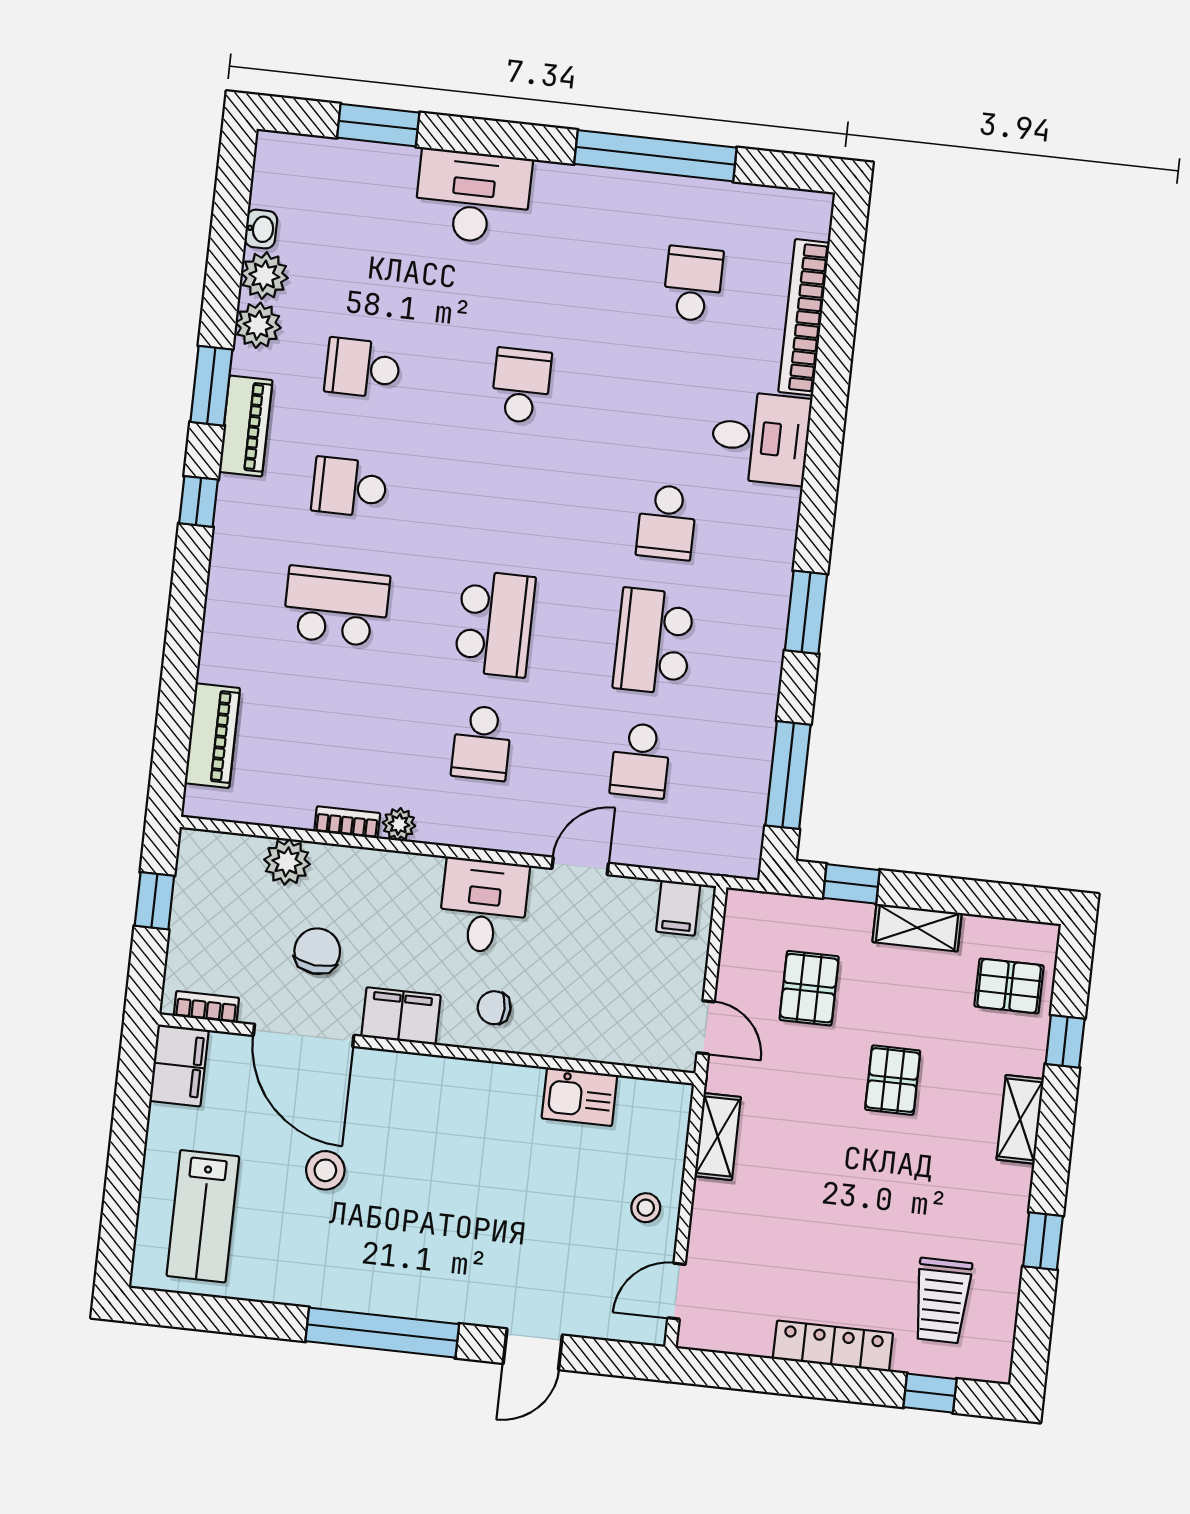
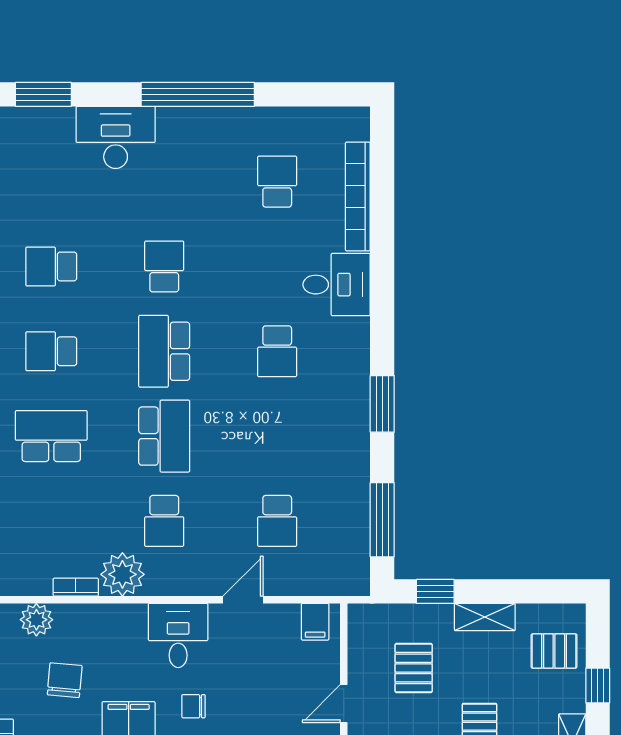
window: (655, 156) -> (198, 94), moved
school desk: (653, 641) -> (164, 351), moved
plant: (399, 824) -> (122, 574), width x1.87, depth x1.87
door: (706, 1027) -> (344, 704), swing flipped

